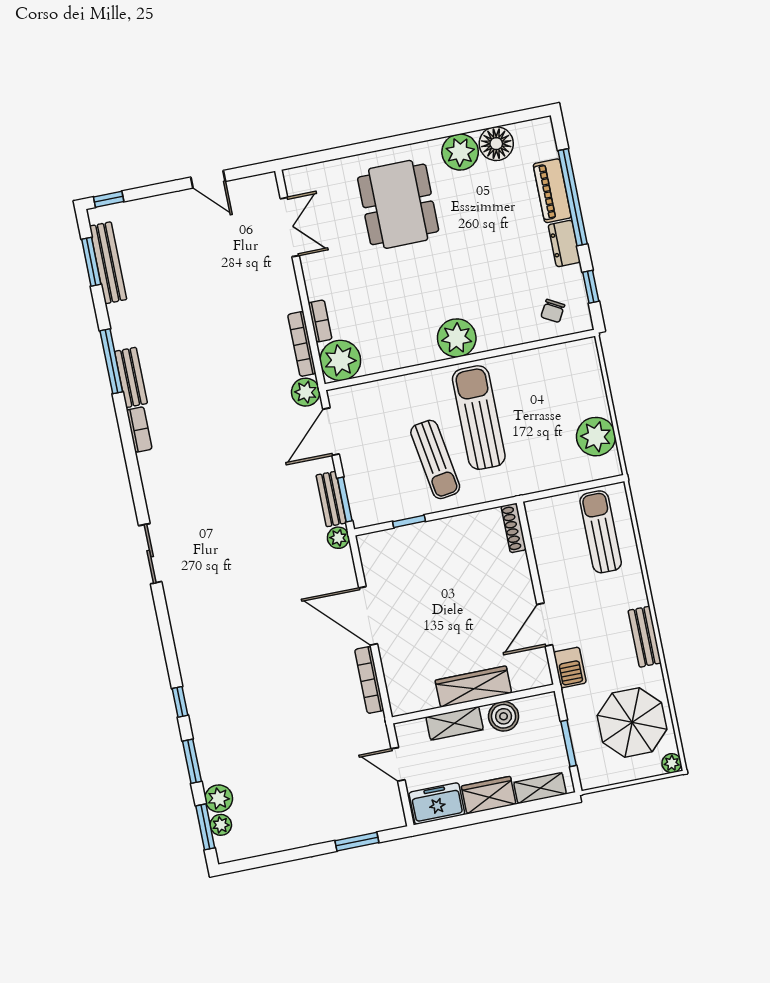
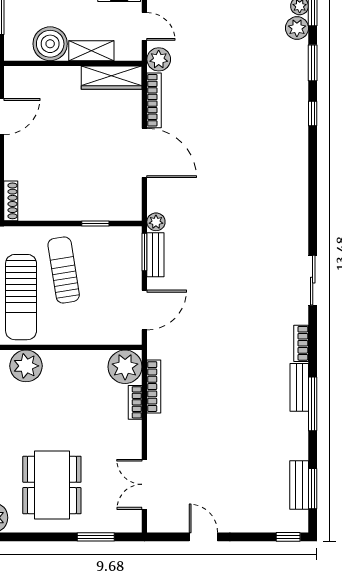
window: (334, 154) -> (96, 537), added
bench: (108, 263) -> (299, 485), width x0.73
plant: (306, 392) -> (159, 59), moved
sliding door: (150, 554) -> (313, 280), moved
wardrobe: (473, 687) -> (112, 78), moved
boiler: (504, 716) -> (50, 44), width x1.37, depth x1.37

